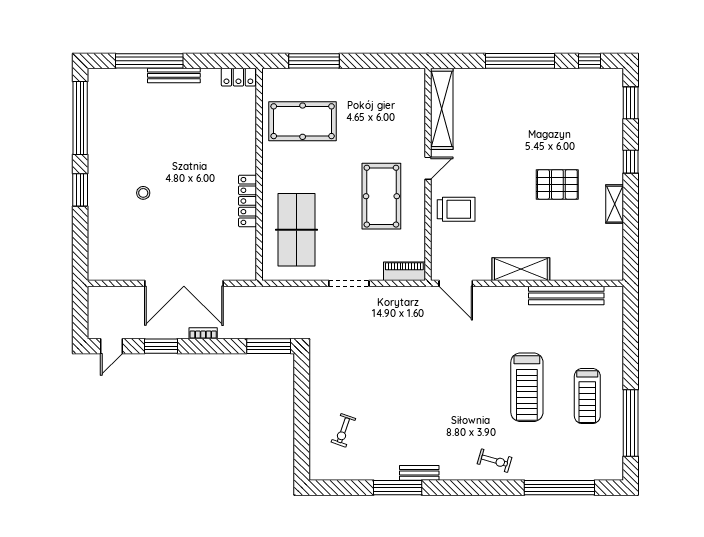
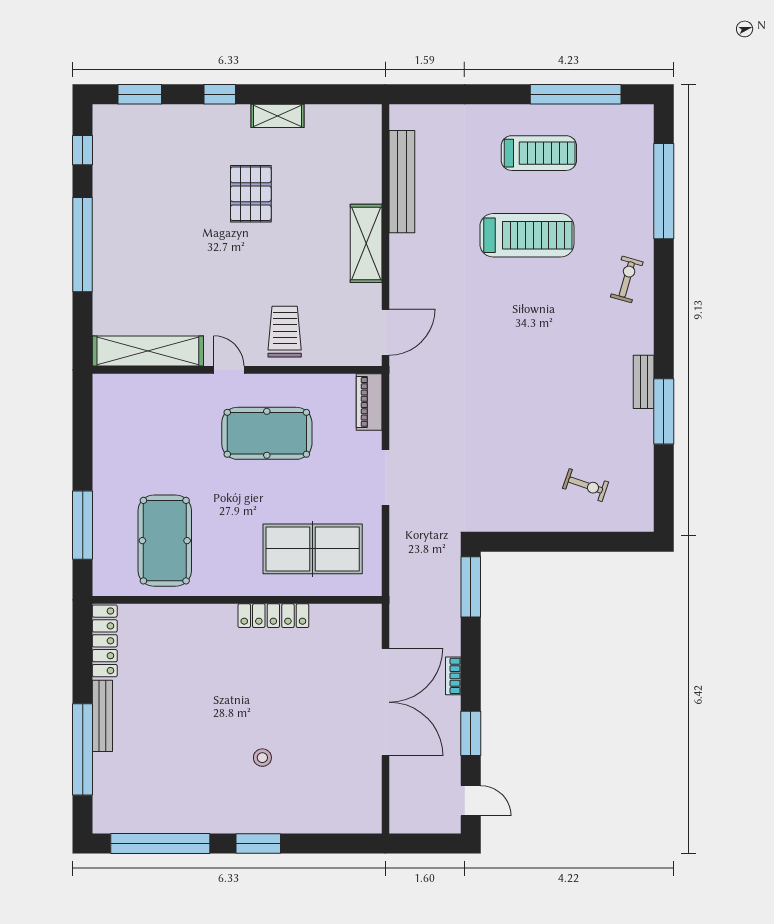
locker: (238, 77) -> (105, 641), width x1.53

